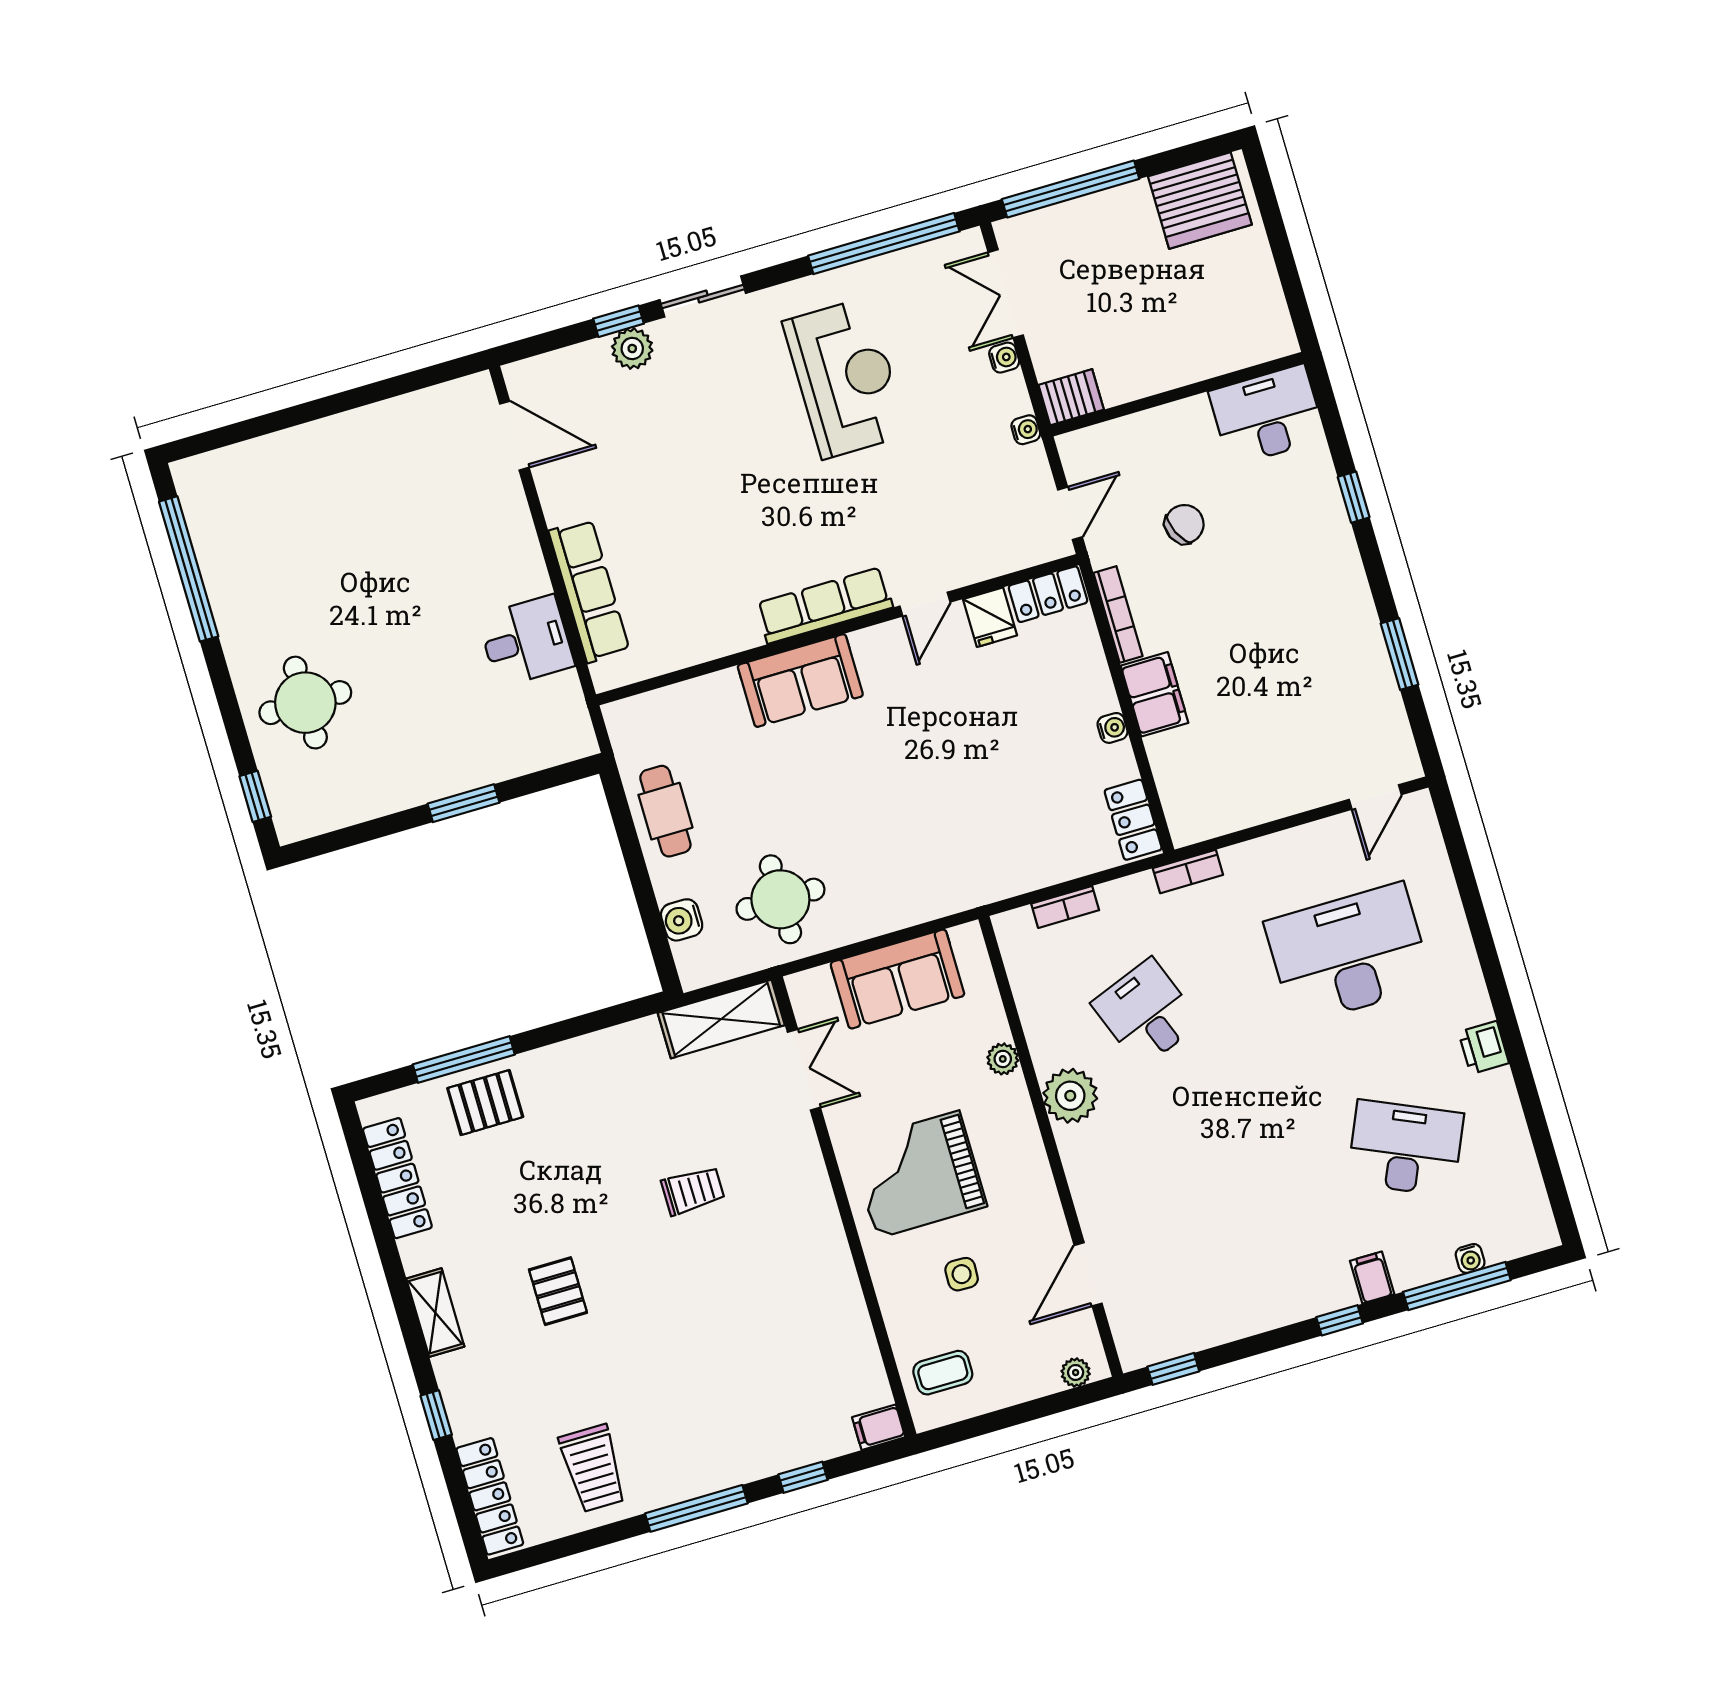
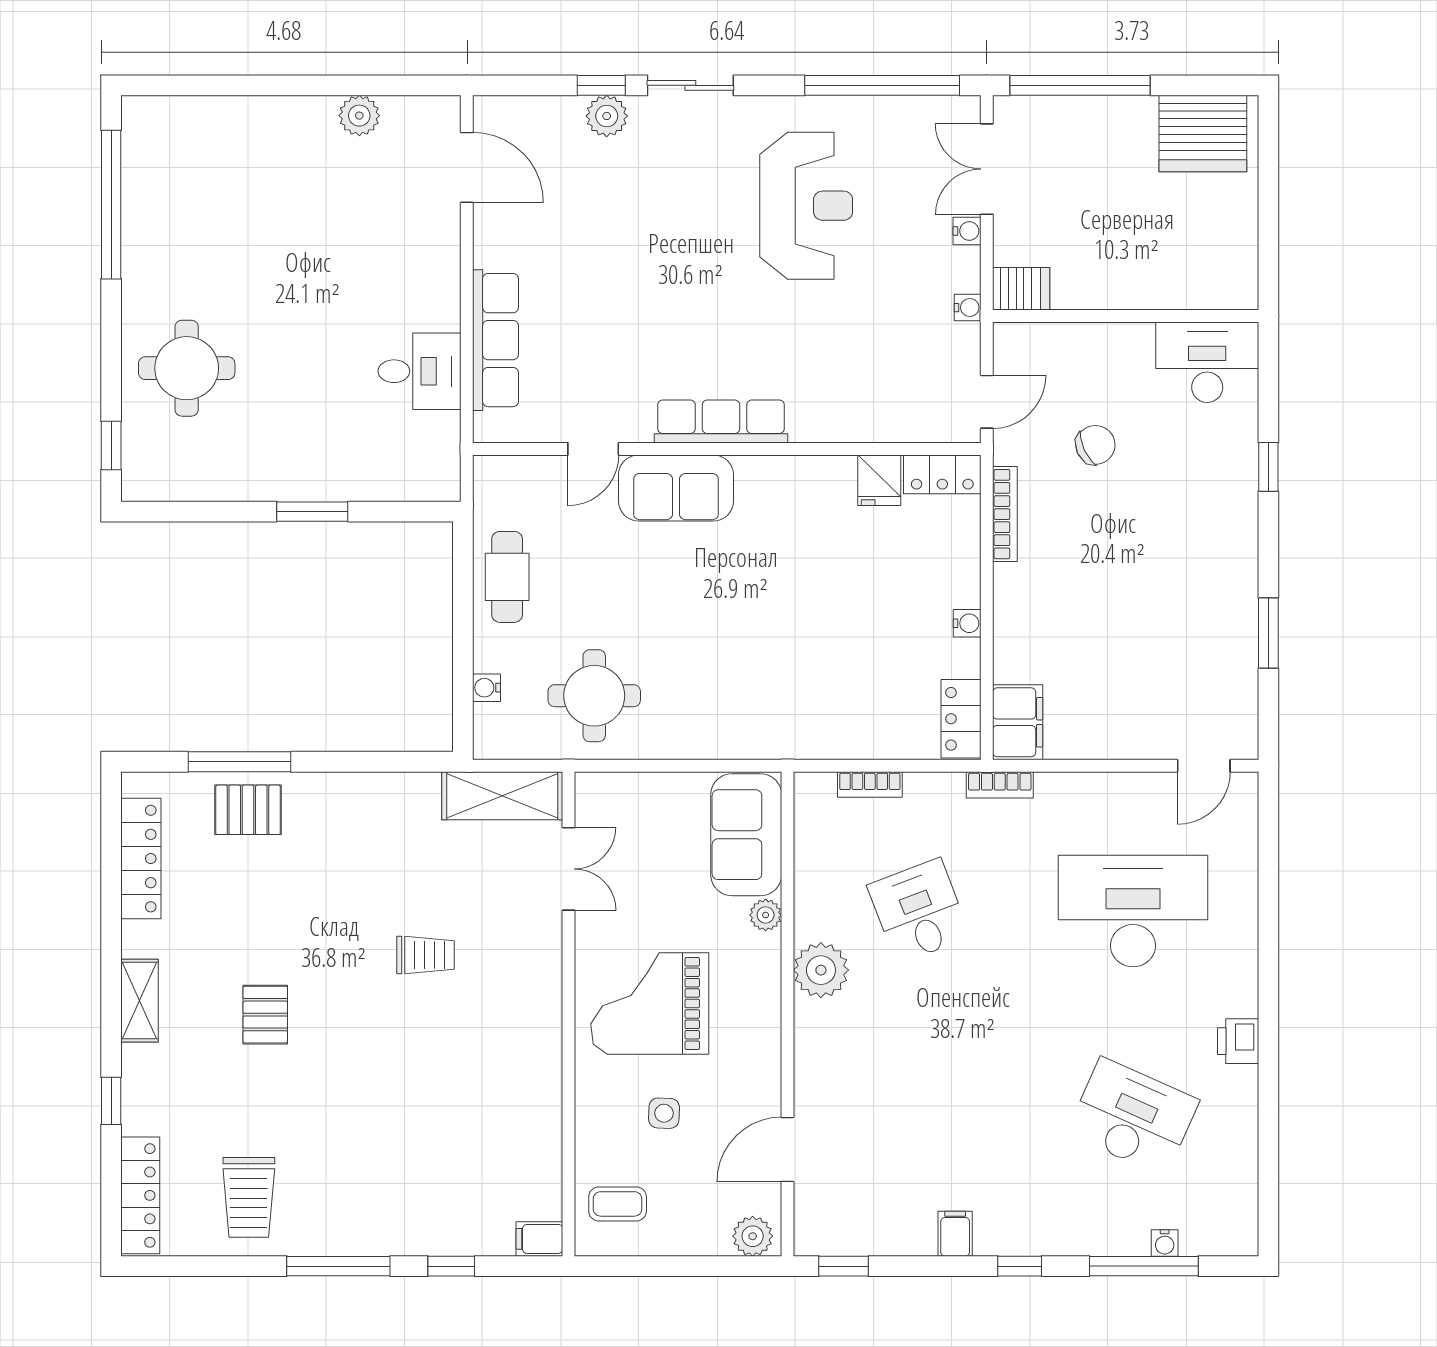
plant: (399, 416) -> (359, 116), added
door: (925, 604) -> (593, 449), moved
filing cabinet: (1155, 694) -> (1018, 722), moved
water cooler: (682, 920) -> (487, 688), width x0.72, depth x0.72
sofa: (897, 979) -> (746, 835), moved, turned 90
filing cabinet: (1372, 1278) -> (955, 1234), moved
plant: (1076, 1372) -> (753, 1236), width x1.38, depth x1.38

